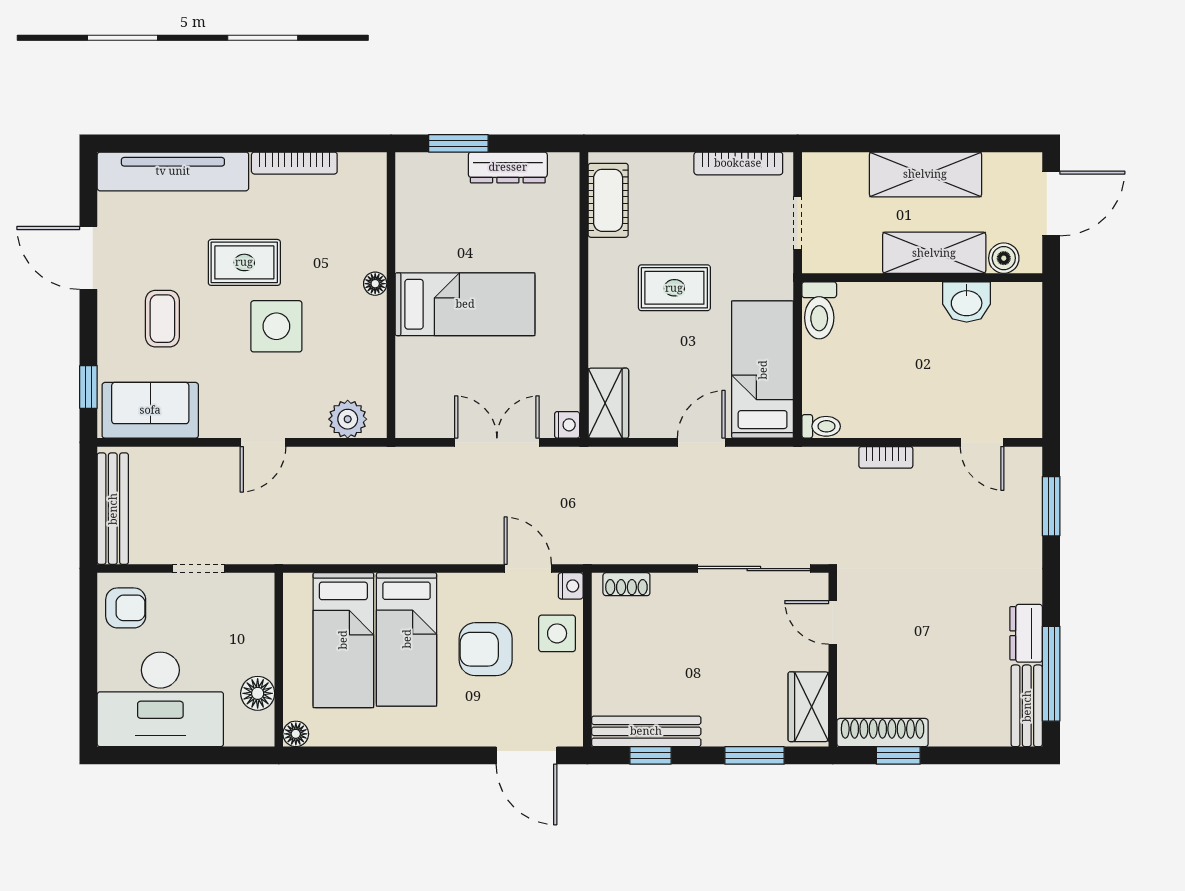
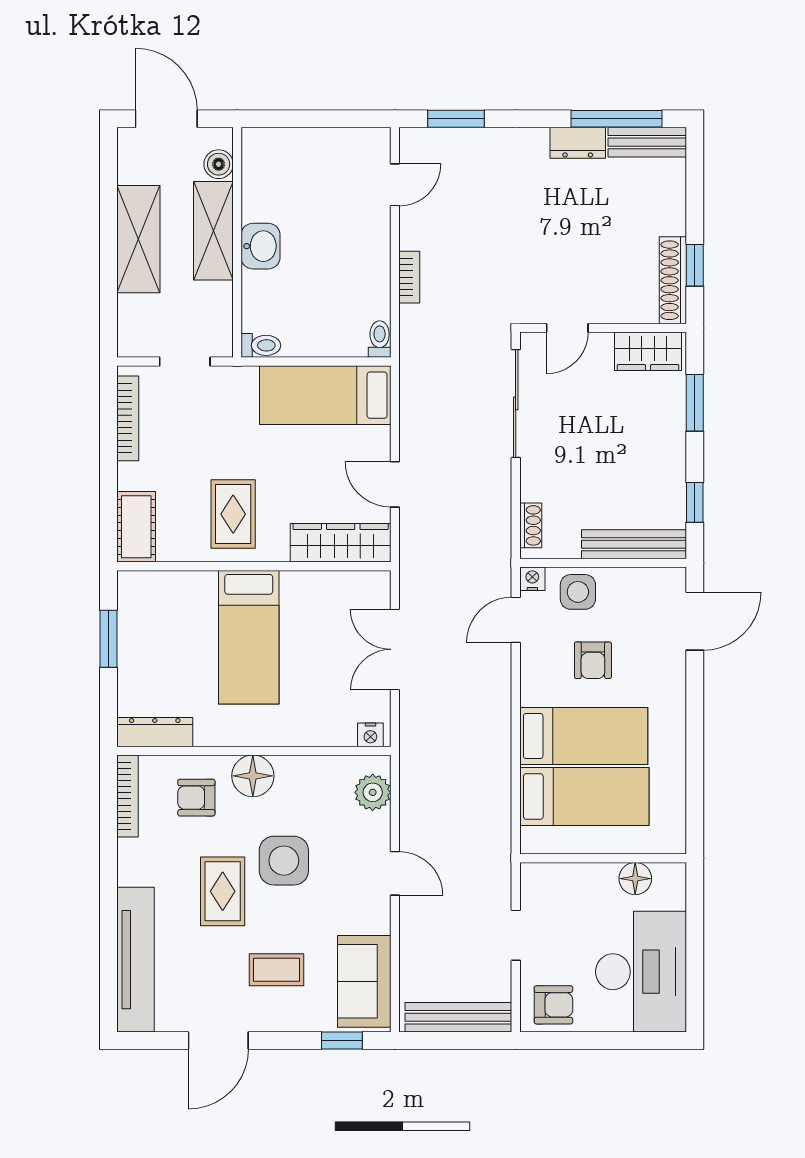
window: (458, 143) -> (109, 639), moved
bookcase: (294, 163) -> (127, 796), moved
dresser: (508, 167) -> (155, 732), moved, turned -90
cot: (608, 200) -> (136, 527), moved, turned 90
armchair: (342, 235) -> (196, 798), added
floor lamp: (375, 284) -> (253, 776), width x1.89, depth x1.89
rug: (674, 288) -> (233, 514), moved
washbasin: (967, 302) -> (261, 246), moved
bed: (465, 304) -> (249, 637), moved, turned 180
toilet: (819, 310) -> (261, 345), width x0.73, depth x0.72
wardrobe: (608, 403) -> (341, 543), width x1.50
nightstand: (567, 425) -> (370, 735), moved, turned 180
door: (701, 442) -> (395, 484), moved
armchair: (126, 608) -> (553, 1005), turned 90
armchair: (486, 649) -> (593, 660), width x0.72, depth x0.72
bench: (646, 731) -> (634, 544), moved, turned 90
floor lamp: (296, 734) -> (674, 842), removed

